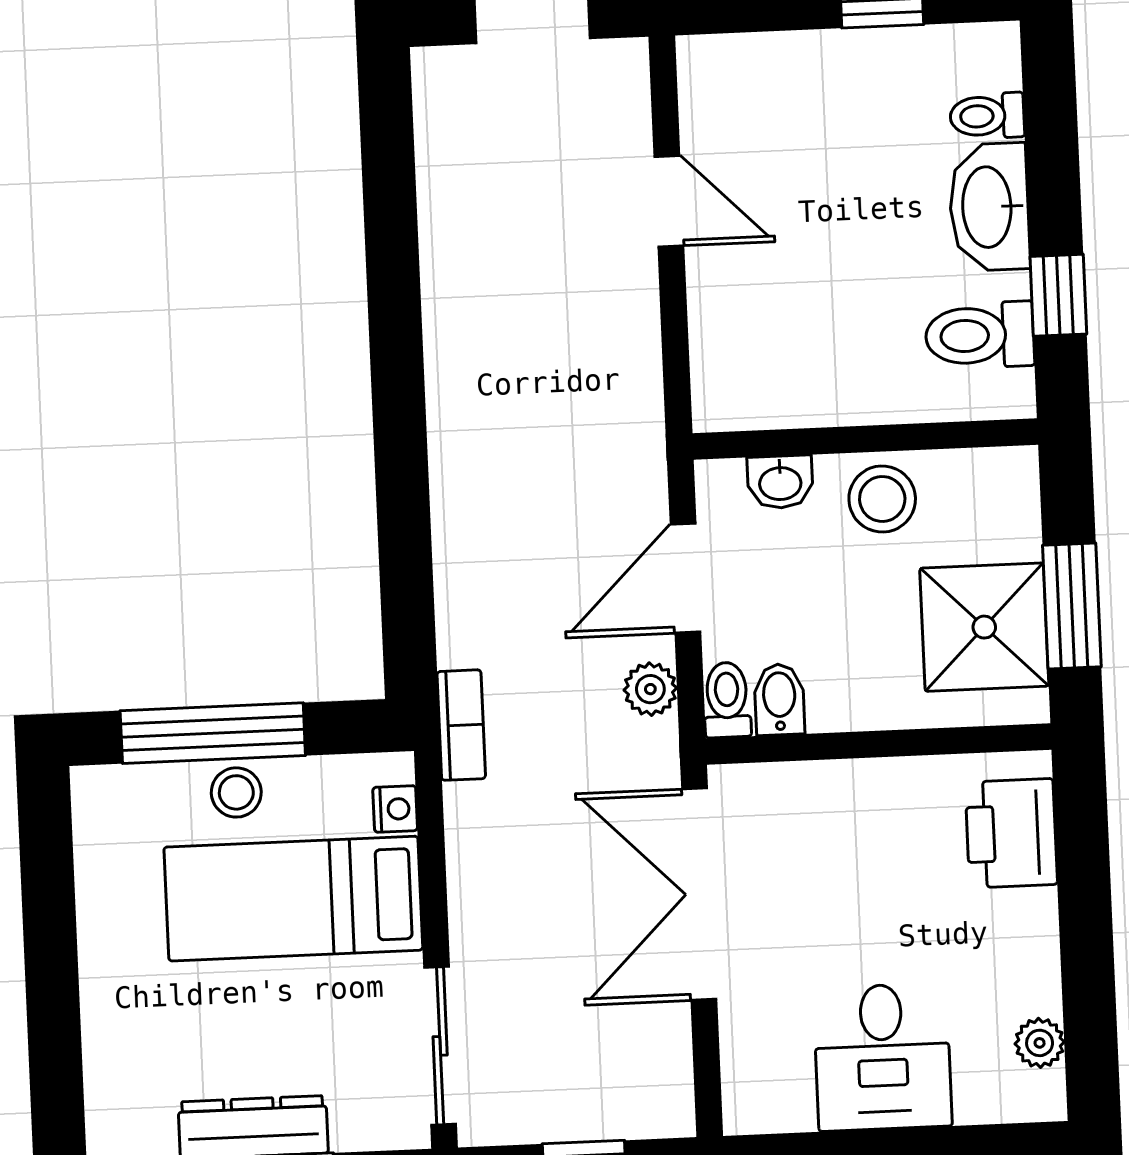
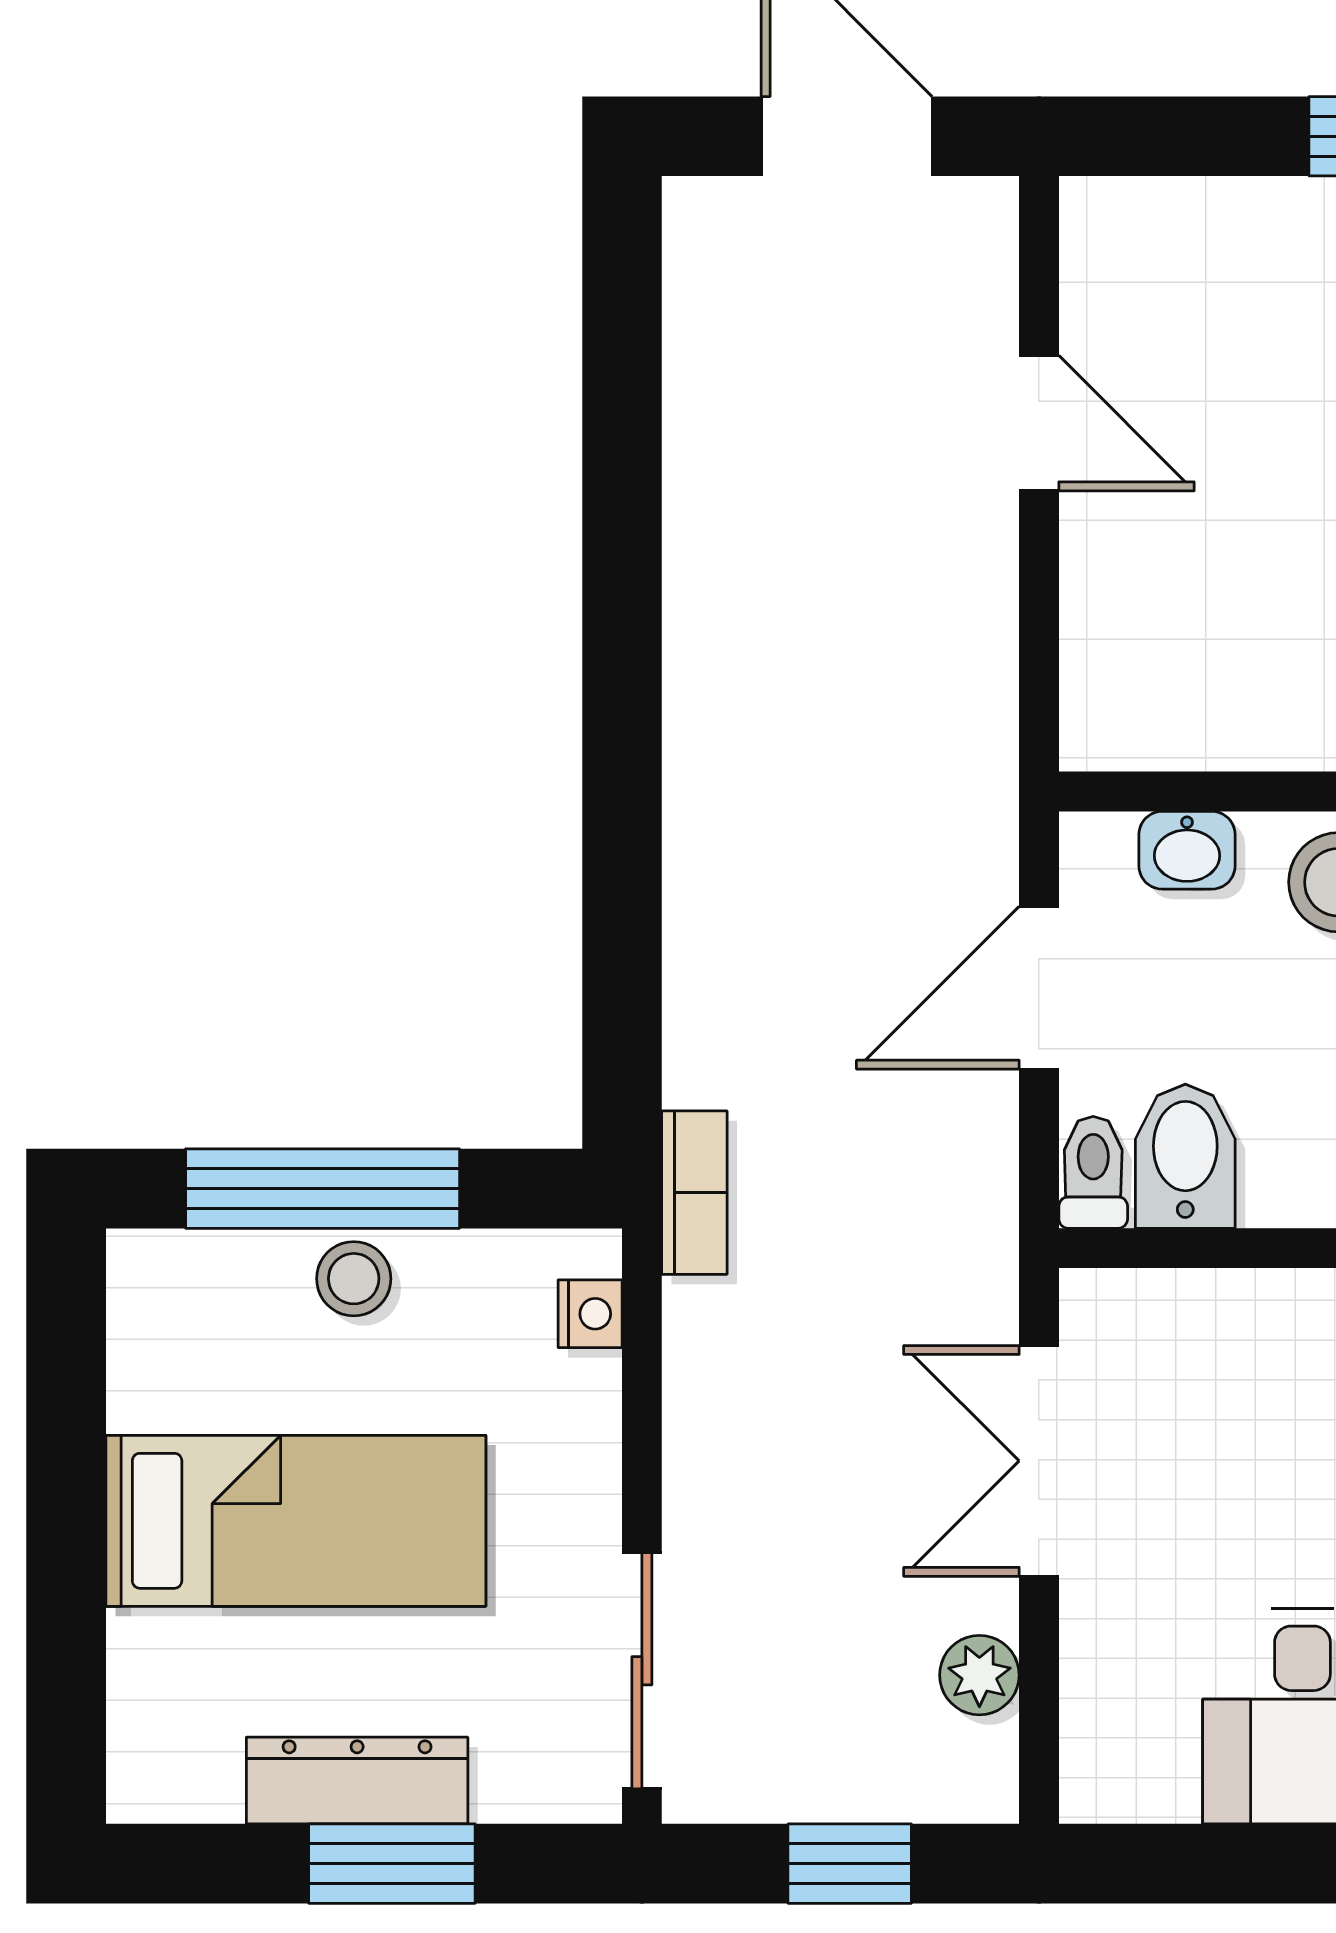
plant: (650, 689) -> (979, 1675), moved
bidet: (779, 700) -> (1185, 1156), width x1.38, depth x1.36
double door: (699, 894) -> (1039, 1461), width x0.73
bed: (293, 899) -> (296, 1521), moved, turned 180

